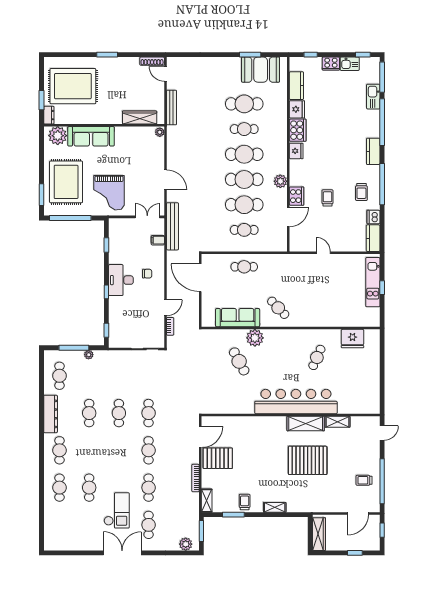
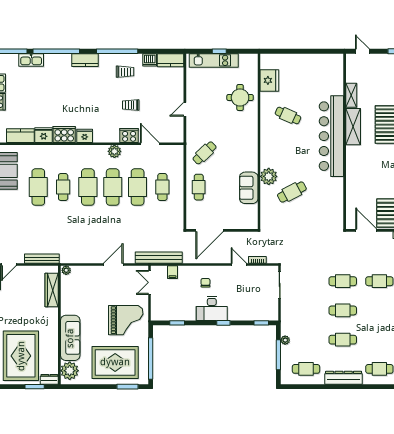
cafe table: (278, 308) -> (205, 153), moved
round table: (335, 309) -> (240, 98), added
sofa: (238, 318) -> (249, 188), width x0.73

